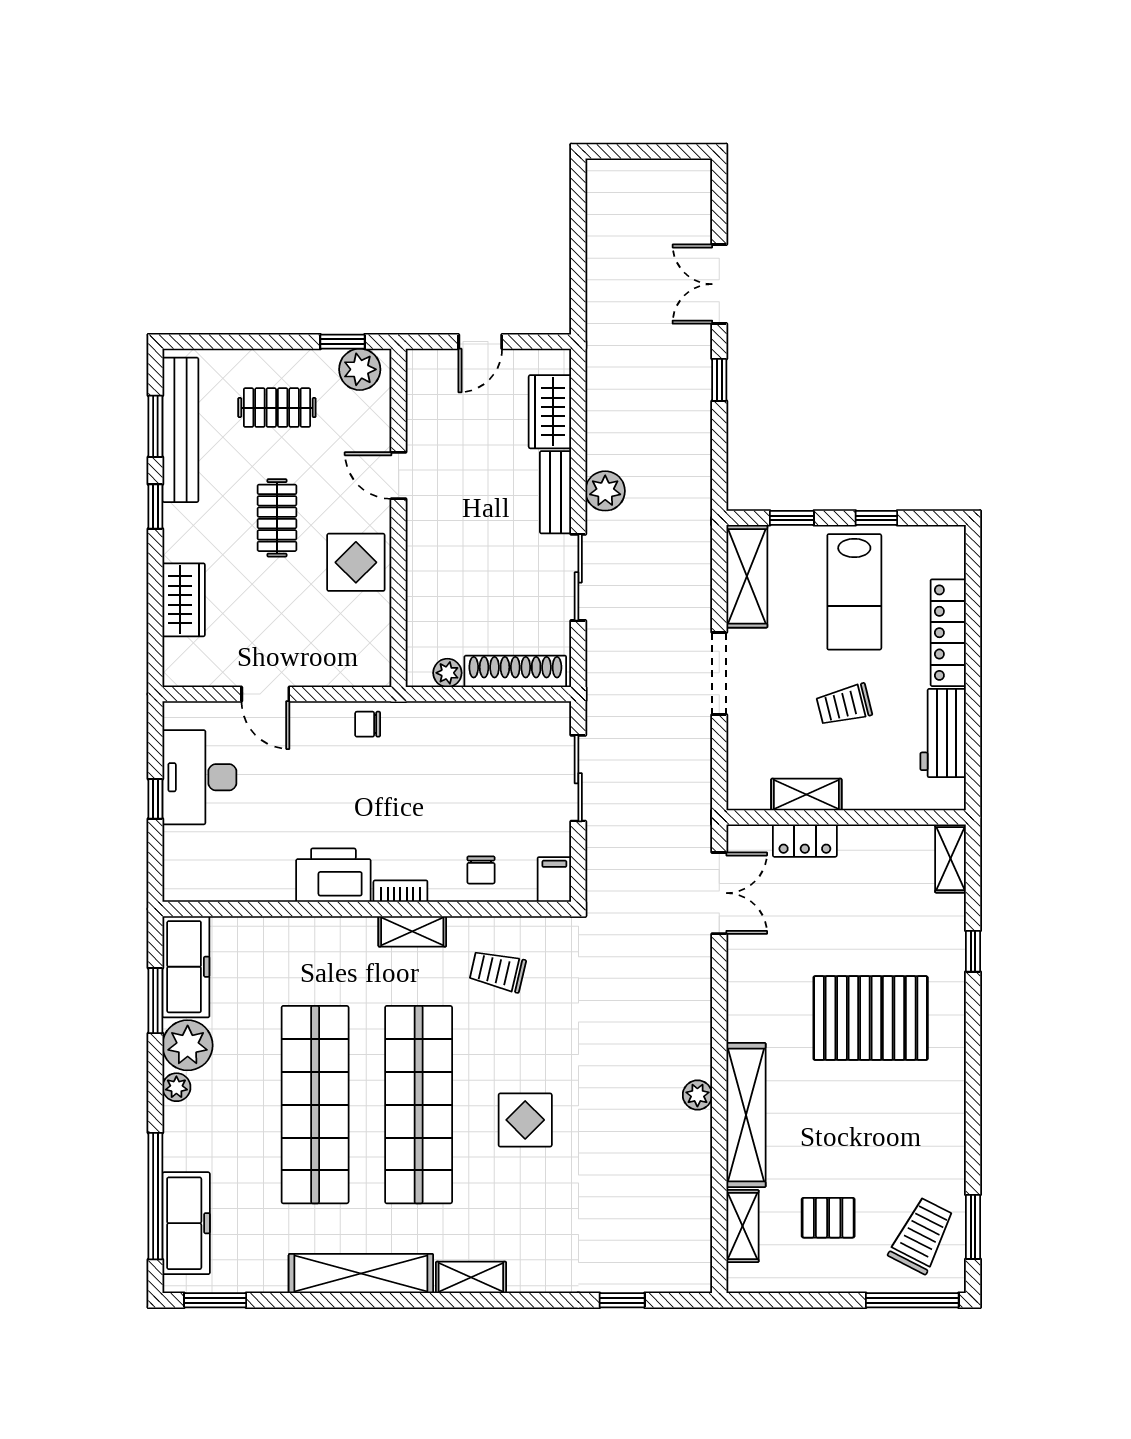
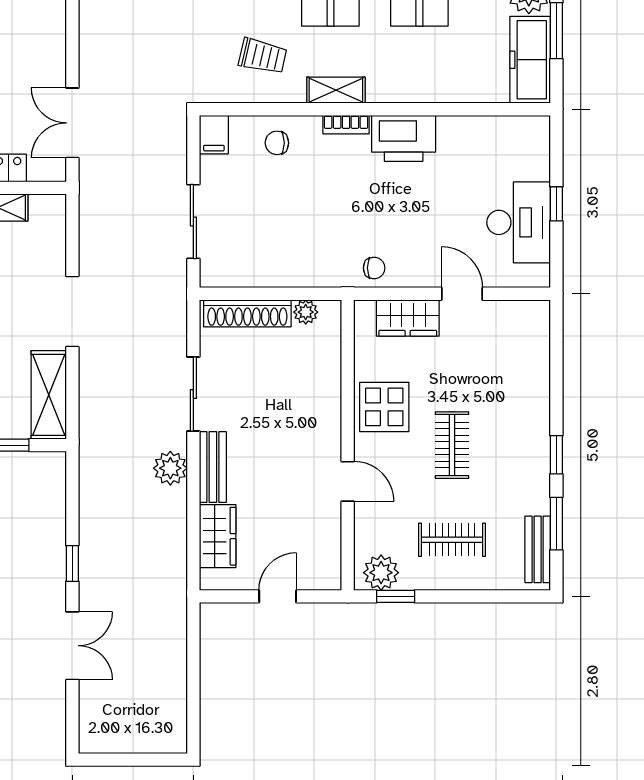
bench: (180, 430) -> (538, 549), width x0.54, depth x0.82
wardrobe: (184, 600) -> (408, 318), moved, turned -90
chair: (481, 870) -> (277, 143), turned -90

